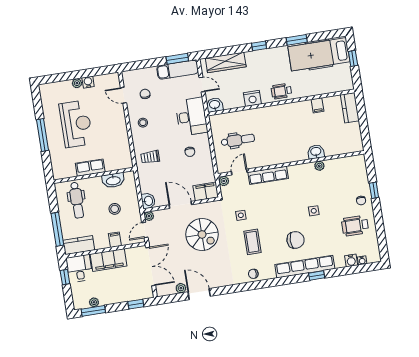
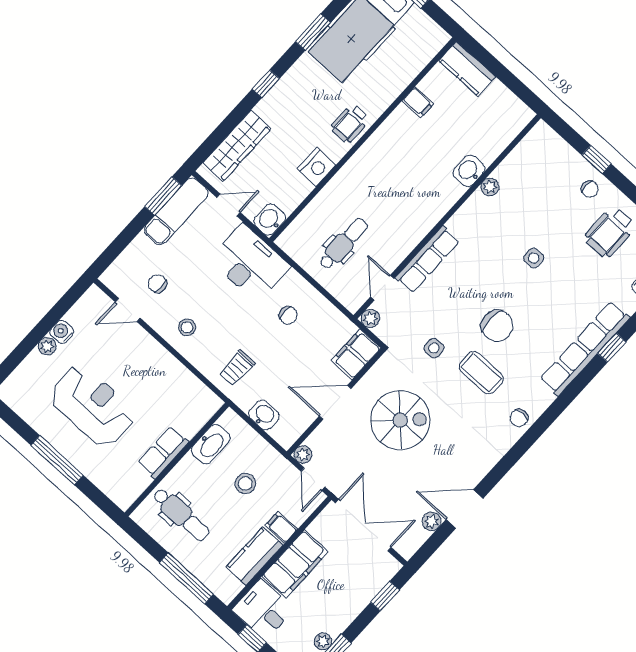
washbasin: (148, 201) -> (264, 415), moved
chair: (296, 240) -> (497, 326), moved, turned 90
kitchen counter: (79, 245) -> (254, 556), moved

